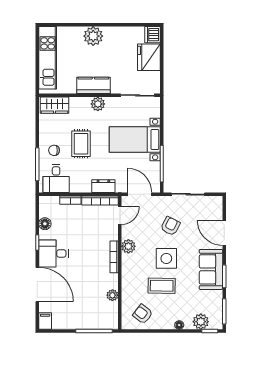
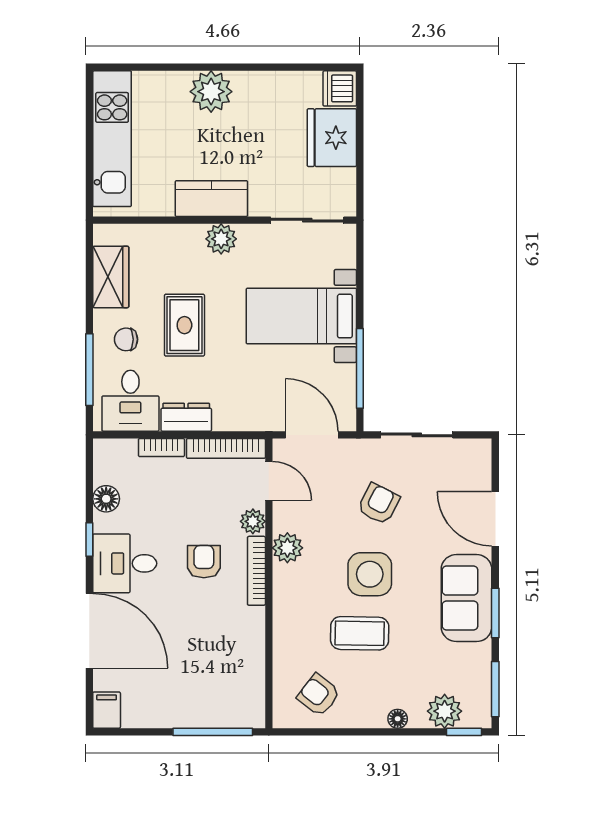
wardrobe: (54, 105) -> (111, 277), moved, turned -90
dresser: (103, 186) -> (186, 417), moved
door: (120, 215) -> (269, 481), hinge flipped
armchair: (90, 253) -> (204, 562), added
plant: (112, 295) -> (253, 521), moved

